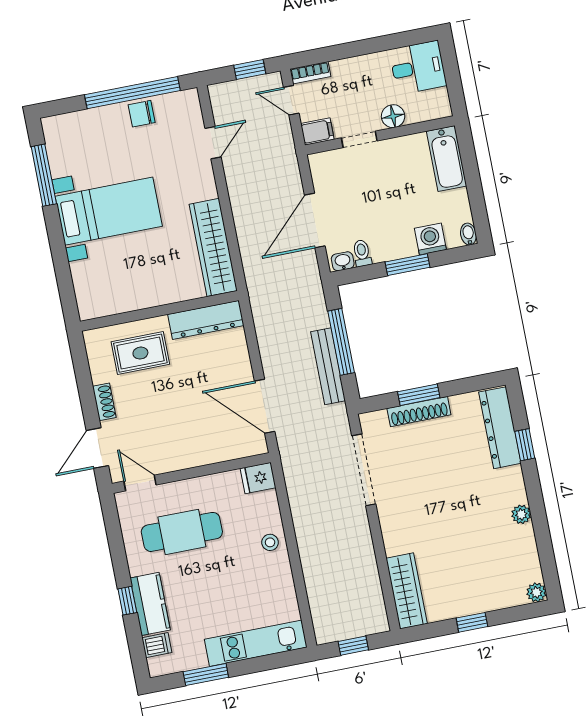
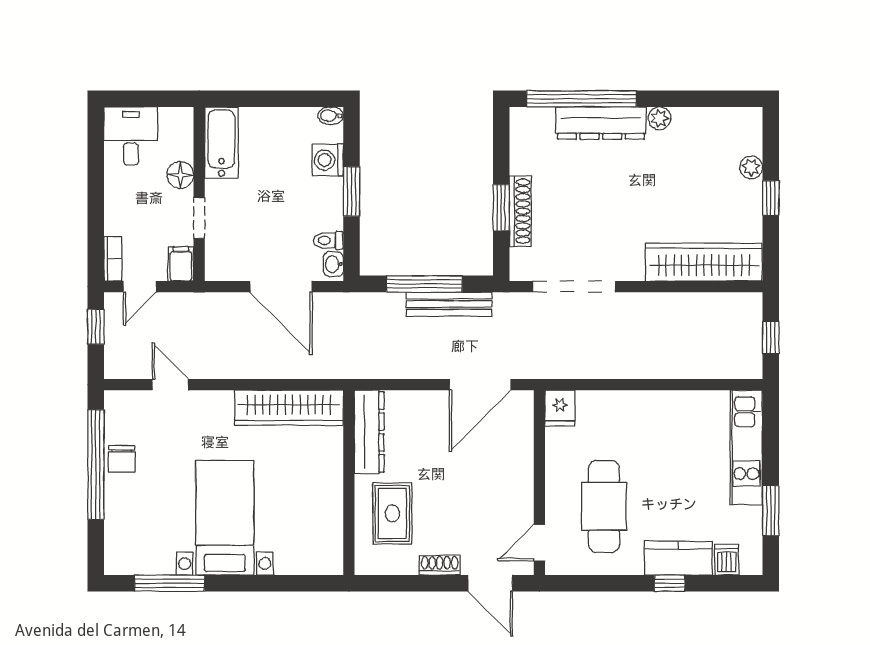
bathtub: (447, 159) -> (221, 143), moved, turned -90
dresser: (500, 428) -> (601, 123), moved
window: (525, 445) -> (581, 99), width x3.17
stool: (270, 542) -> (635, 409), removed
wardrobe: (407, 591) -> (704, 262), width x1.40, depth x1.17
plant: (536, 592) -> (751, 167), moved

